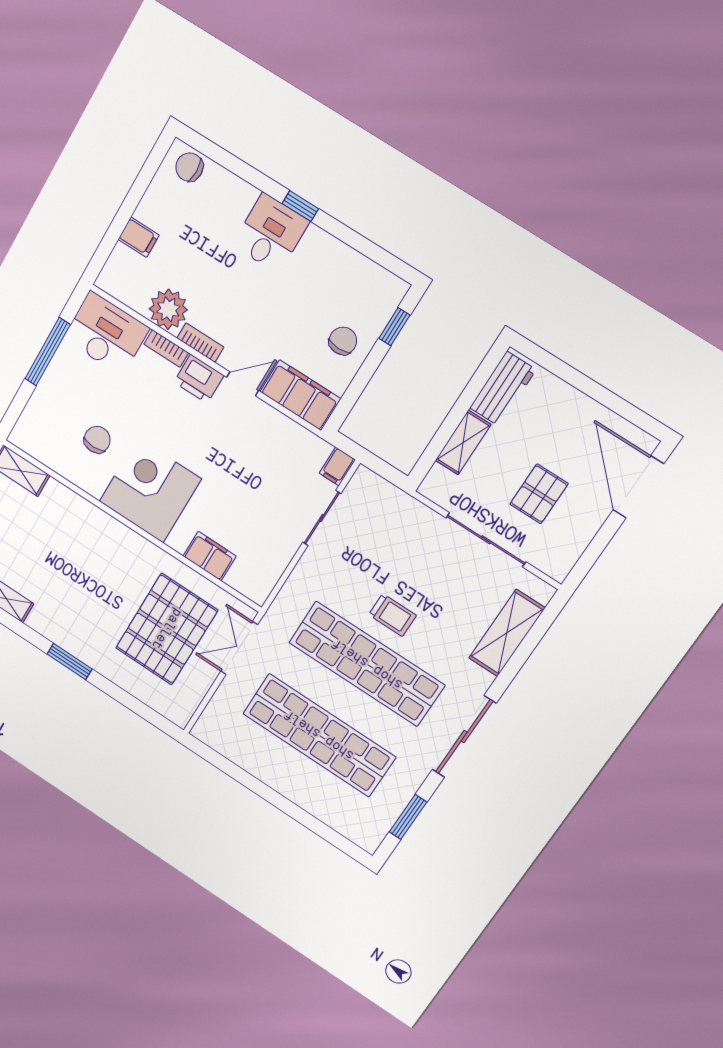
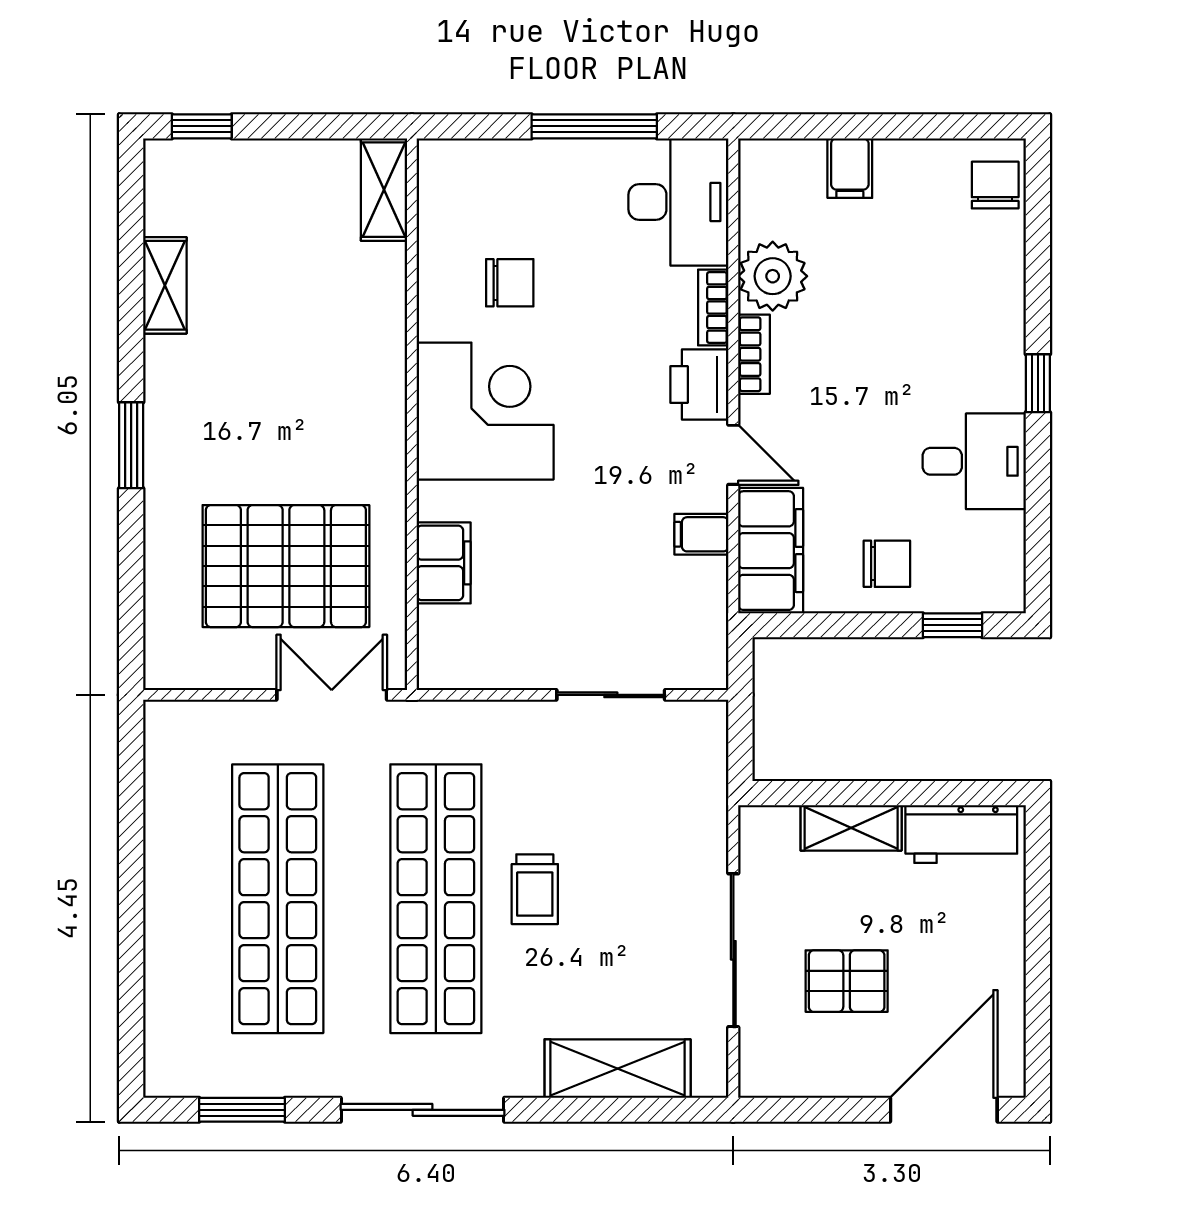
desk: (271, 233) -> (974, 461), moved
filing cabinet: (337, 466) -> (701, 534), moved

